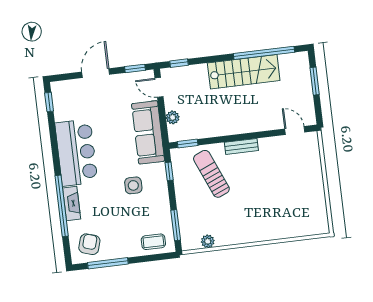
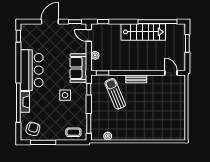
sofa: (148, 132) -> (78, 68), width x0.73

